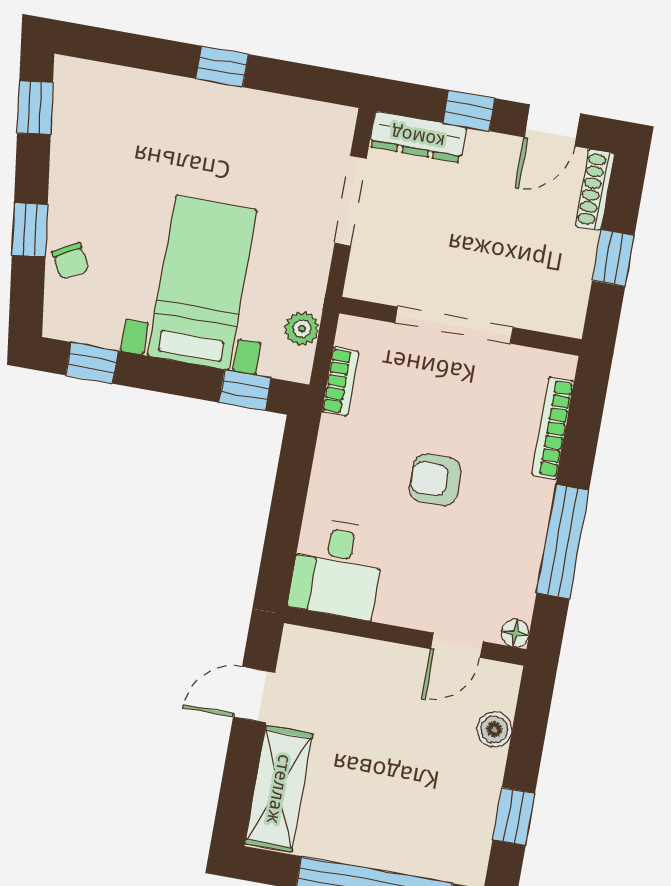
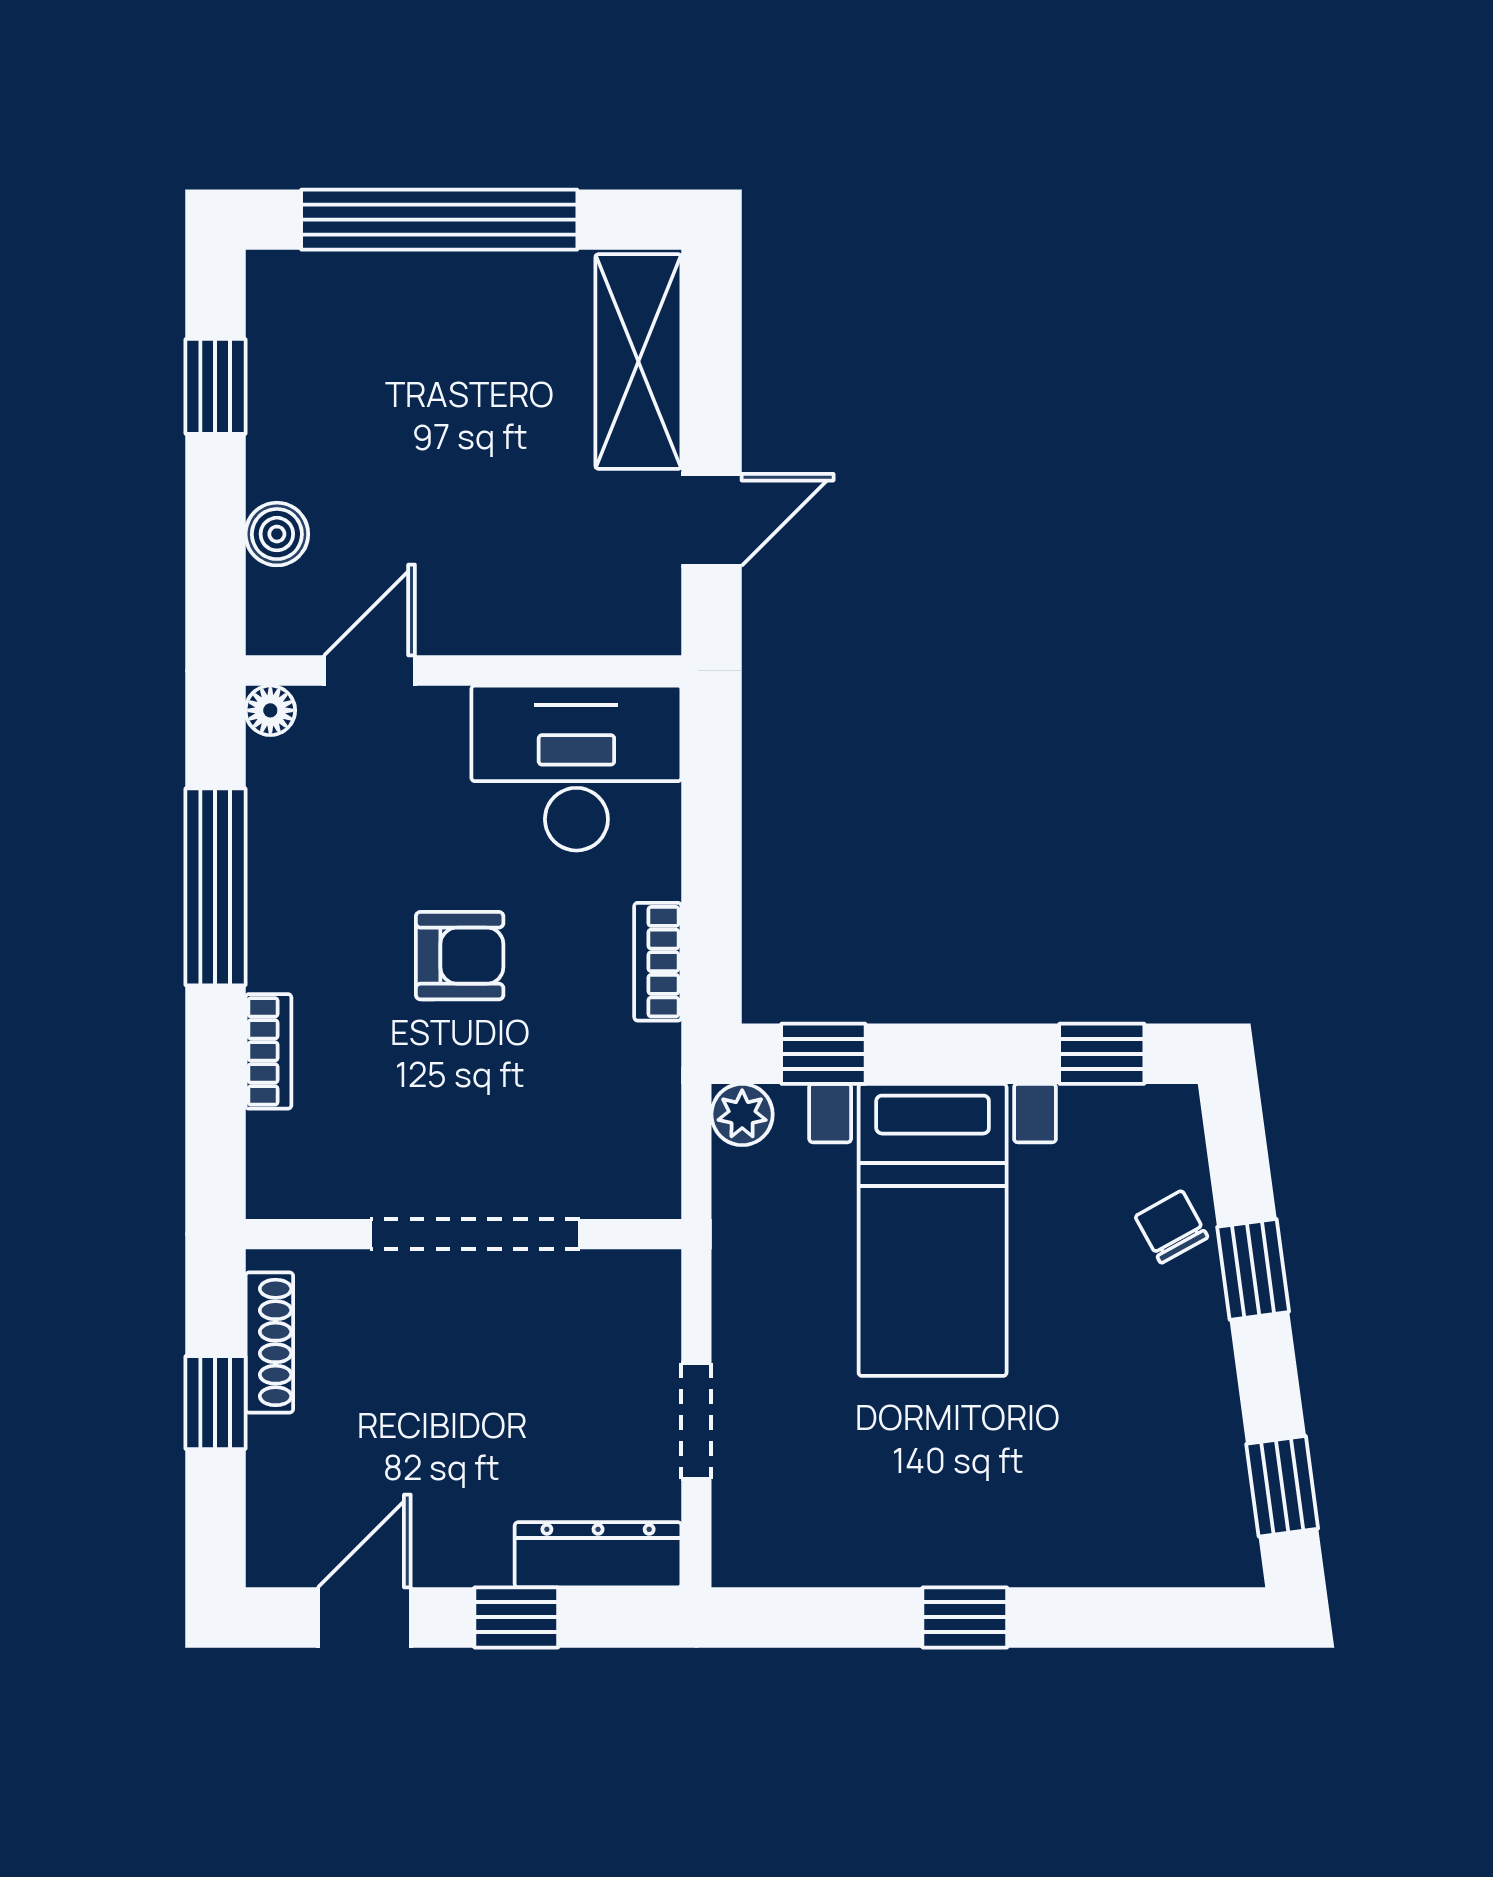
shoe rack: (595, 190) -> (269, 1342), moved
doorway: (351, 201) -> (696, 1421), width x0.73
plant: (302, 329) -> (742, 1114), moved
bookcase: (340, 381) -> (658, 962), moved
bookcase: (553, 428) -> (268, 1051), width x0.64
desk: (337, 569) -> (576, 768), width x1.37

